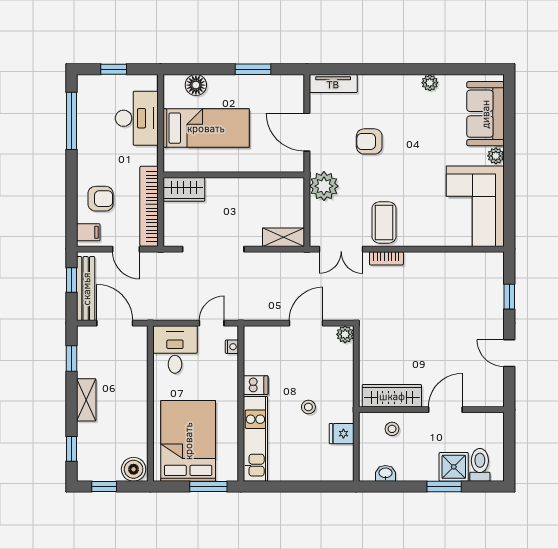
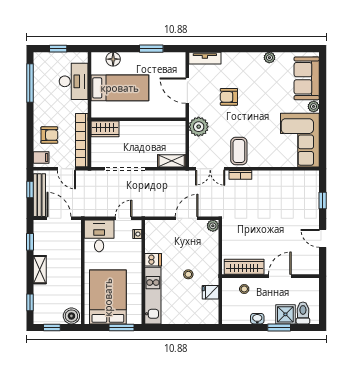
washbasin: (385, 473) -> (257, 319), moved

